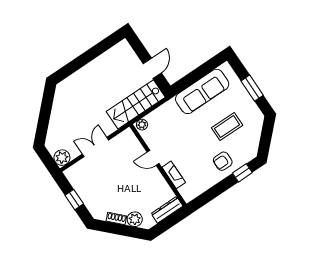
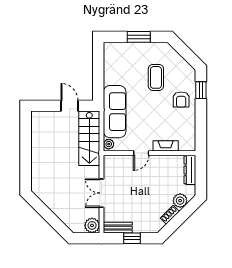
sofa: (202, 91) -> (115, 112), moved
bench: (75, 181) -> (118, 228), added

